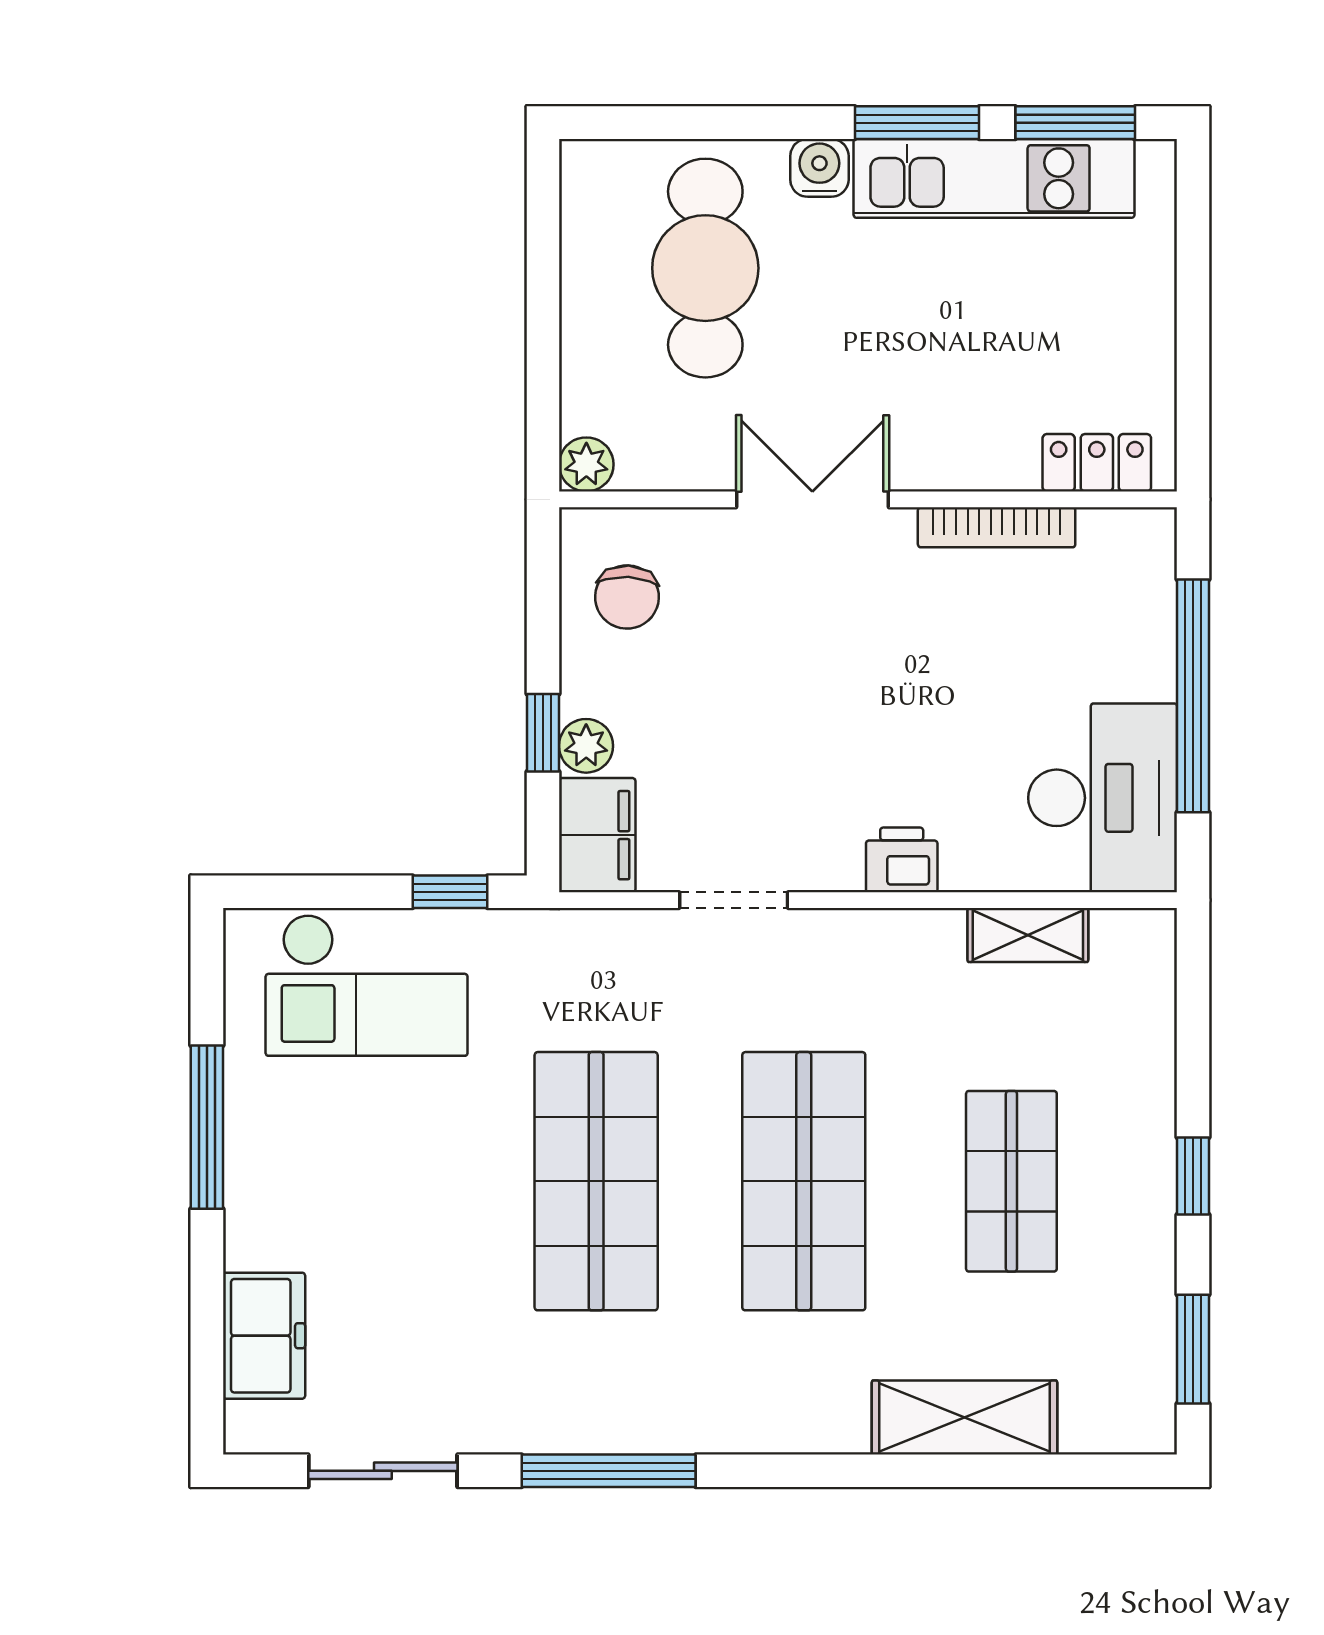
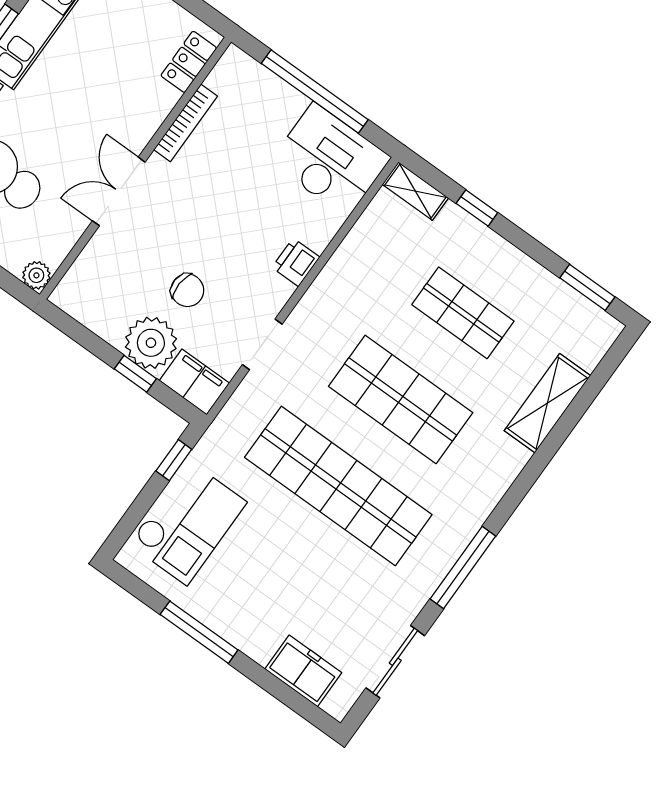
chair: (627, 597) -> (187, 290), moved
plant: (586, 746) -> (151, 343), width x1.88, depth x1.88
shelving: (1028, 935) -> (415, 191), moved, turned 90
window: (1193, 1176) -> (477, 208), moved
shop shelf: (596, 1181) -> (338, 486), width x1.40

